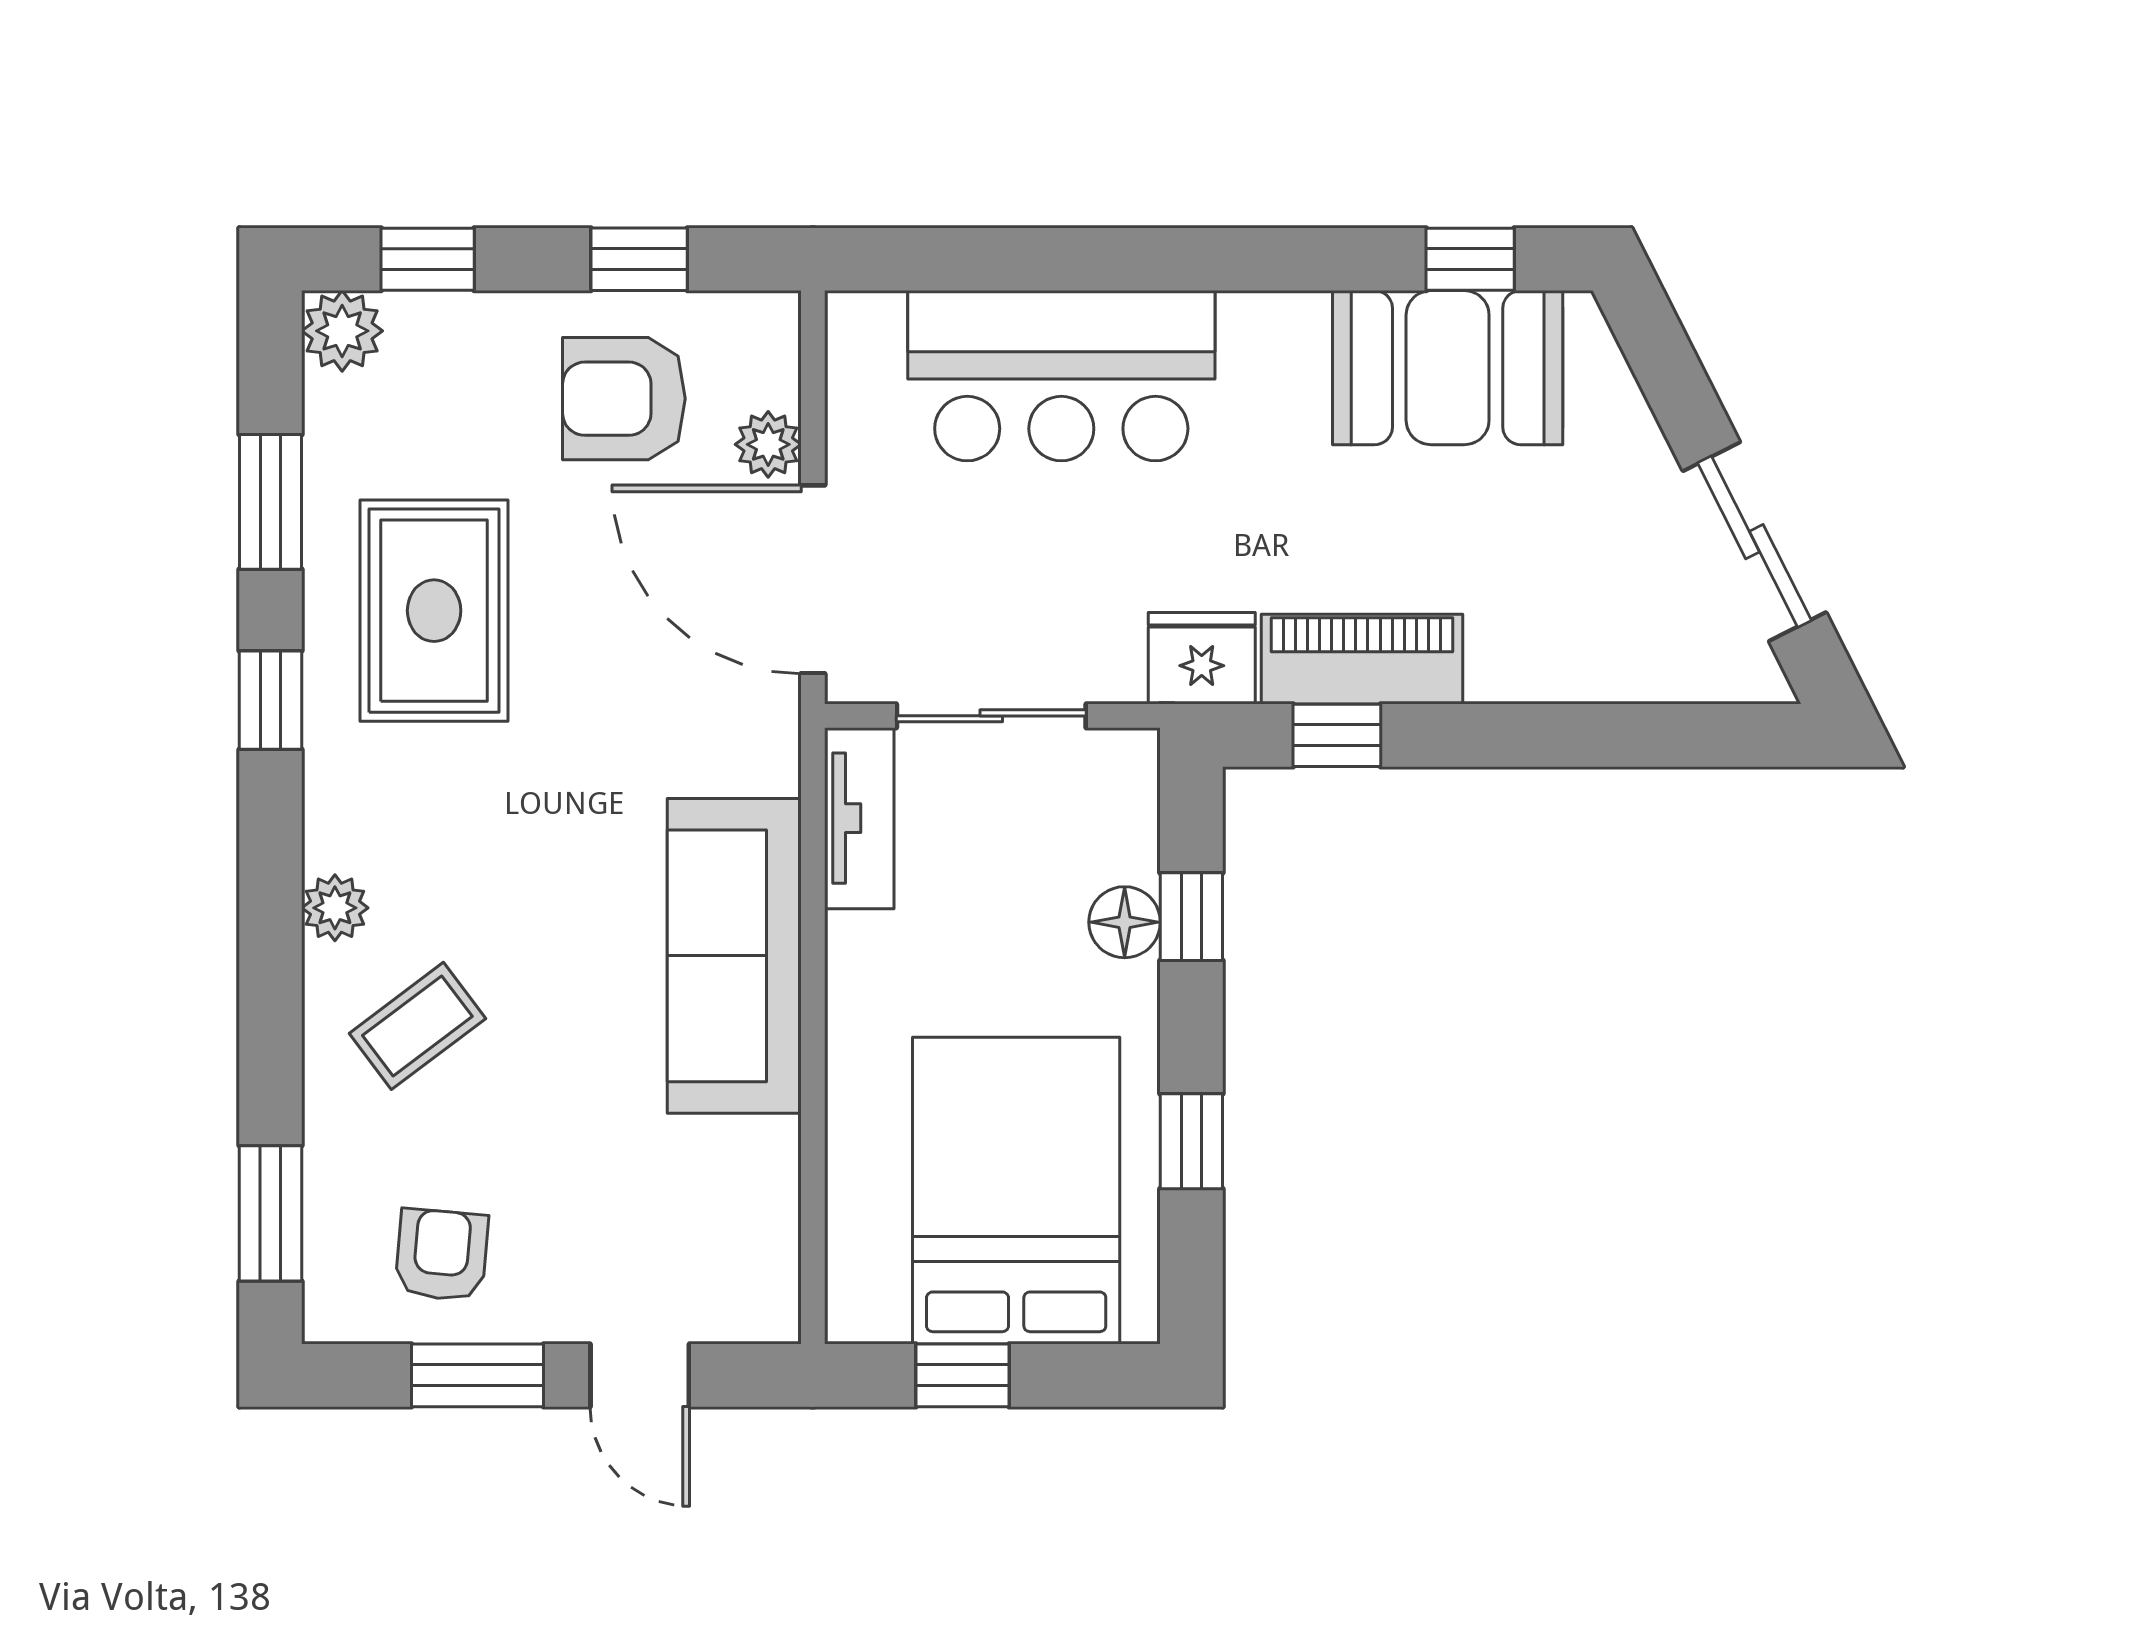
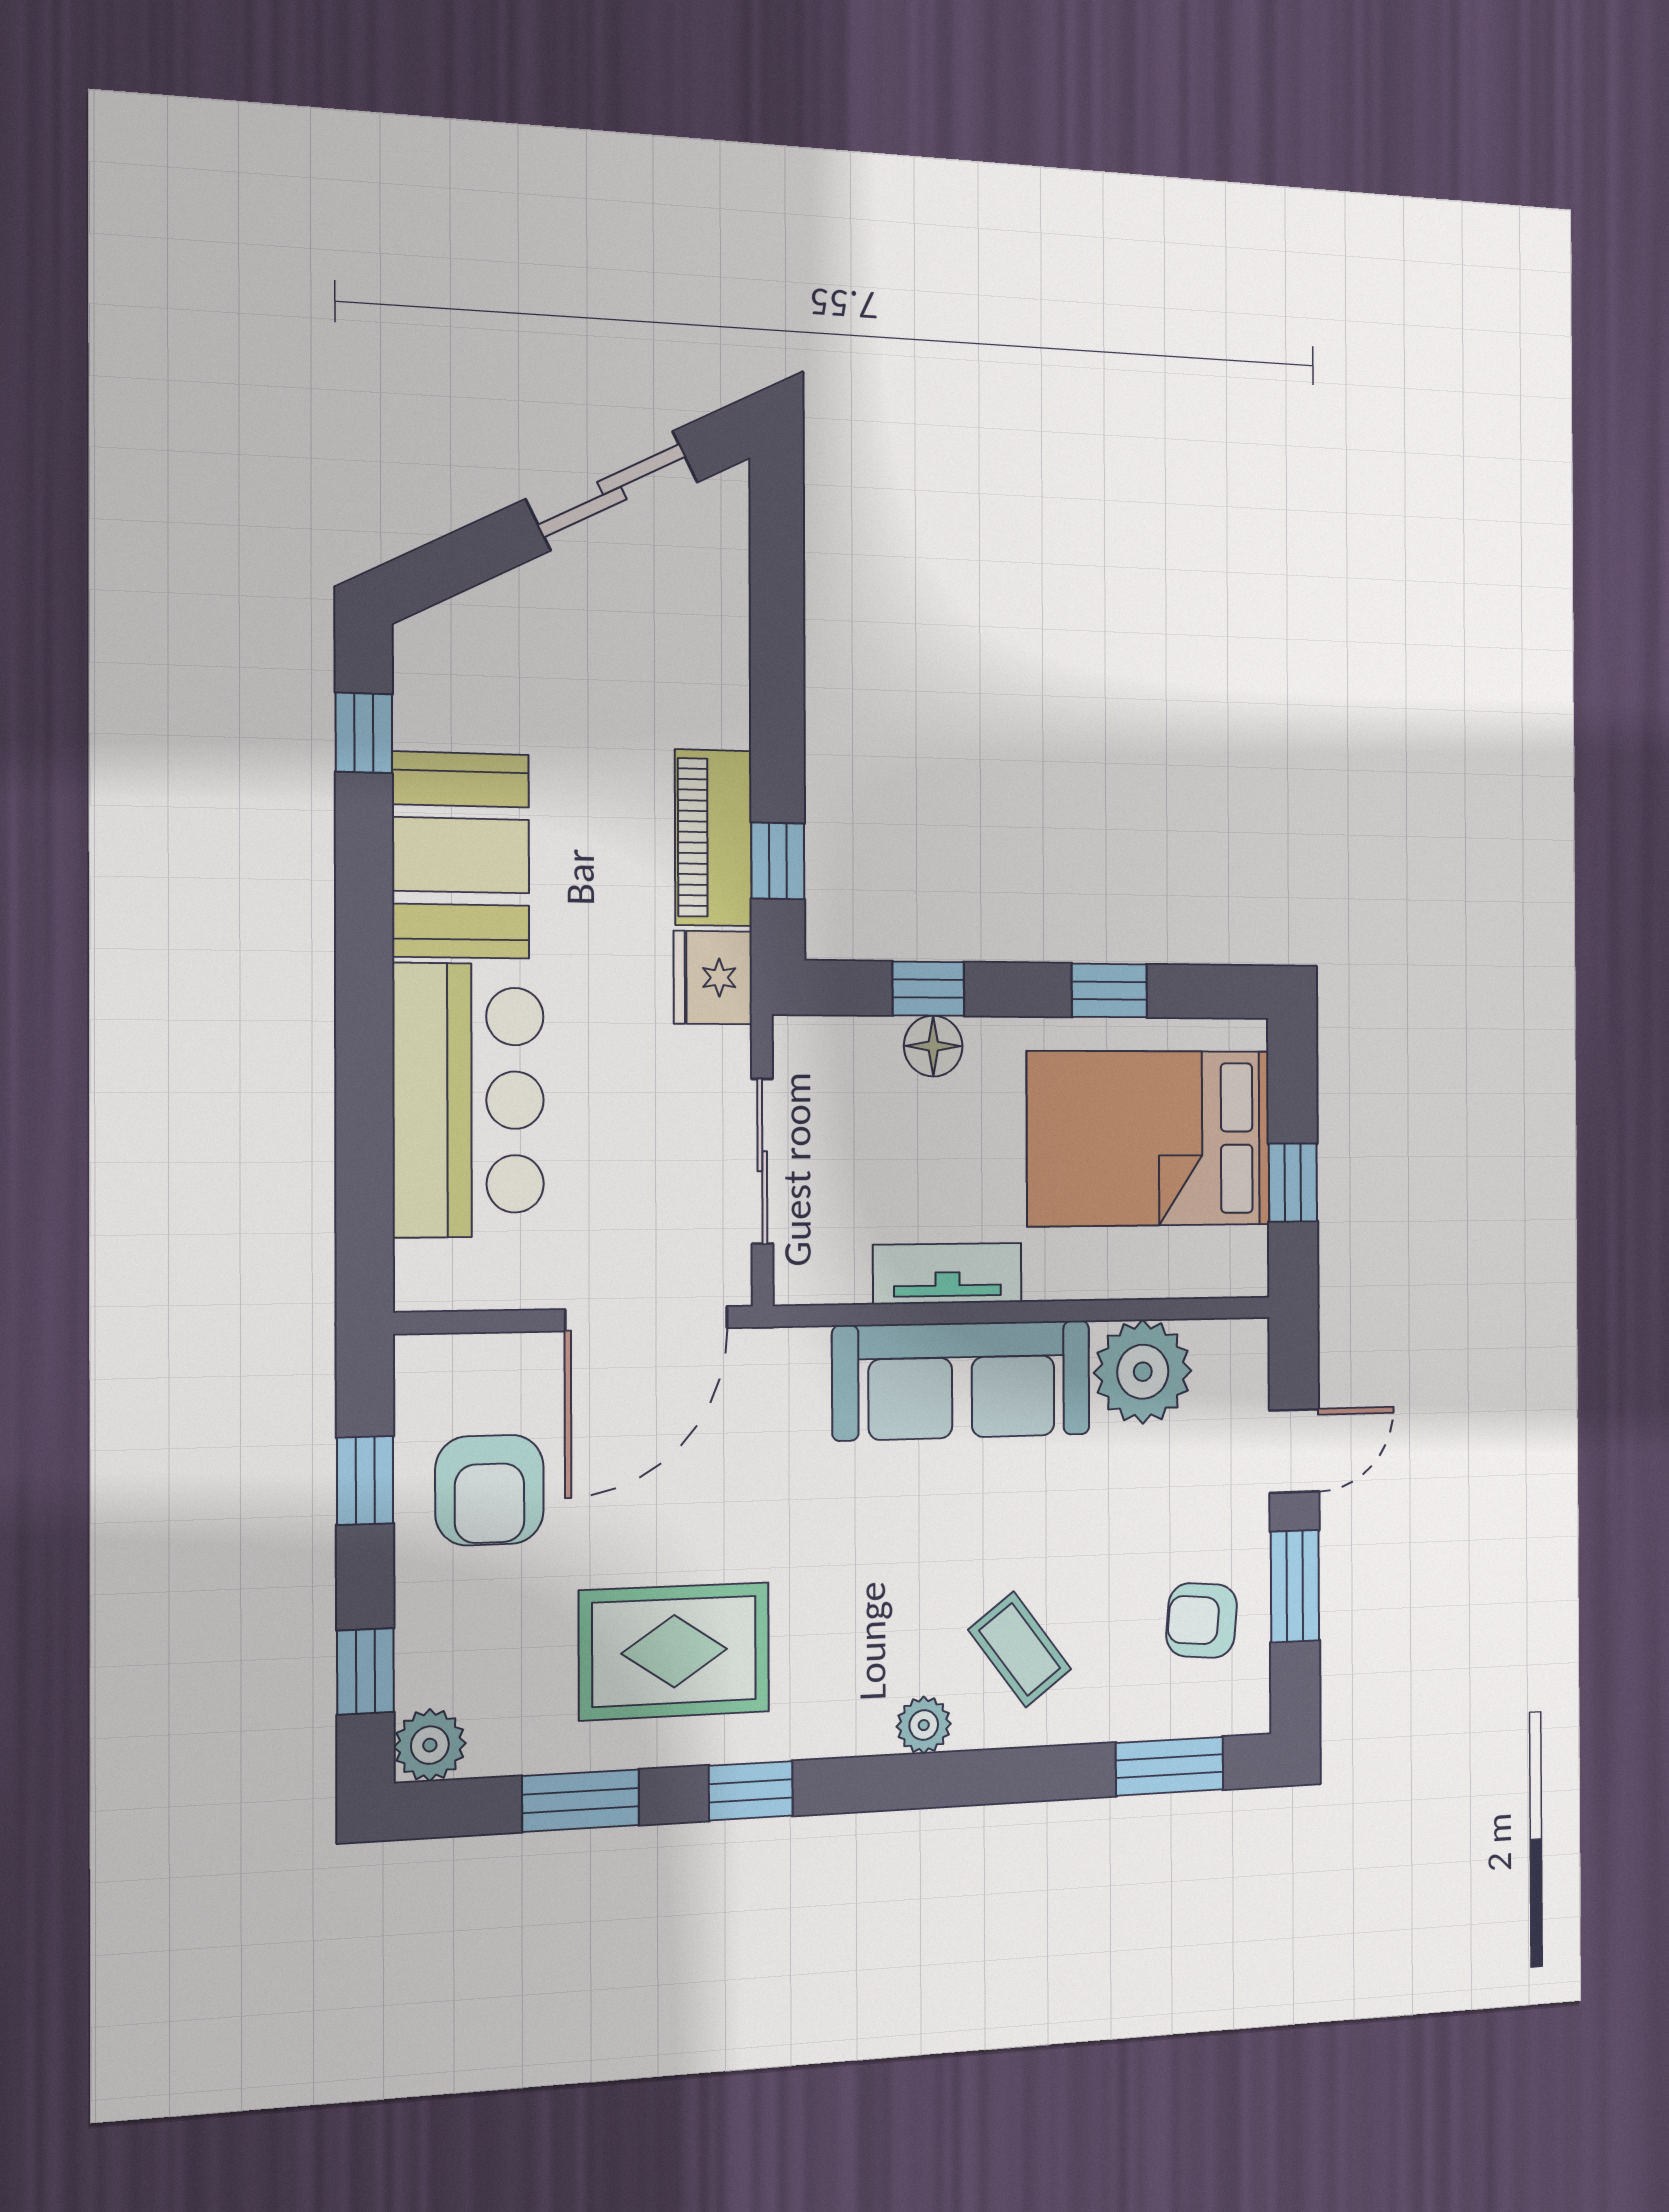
booth: (1448, 368) -> (461, 855), moved
plant: (768, 444) -> (1143, 1372), moved, width x1.88, depth x1.88
tv unit: (859, 818) -> (948, 1273), moved

